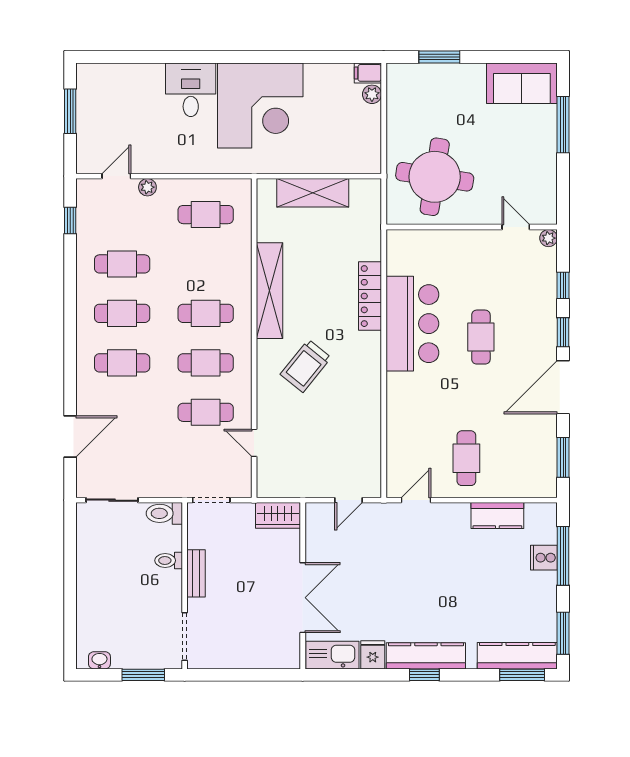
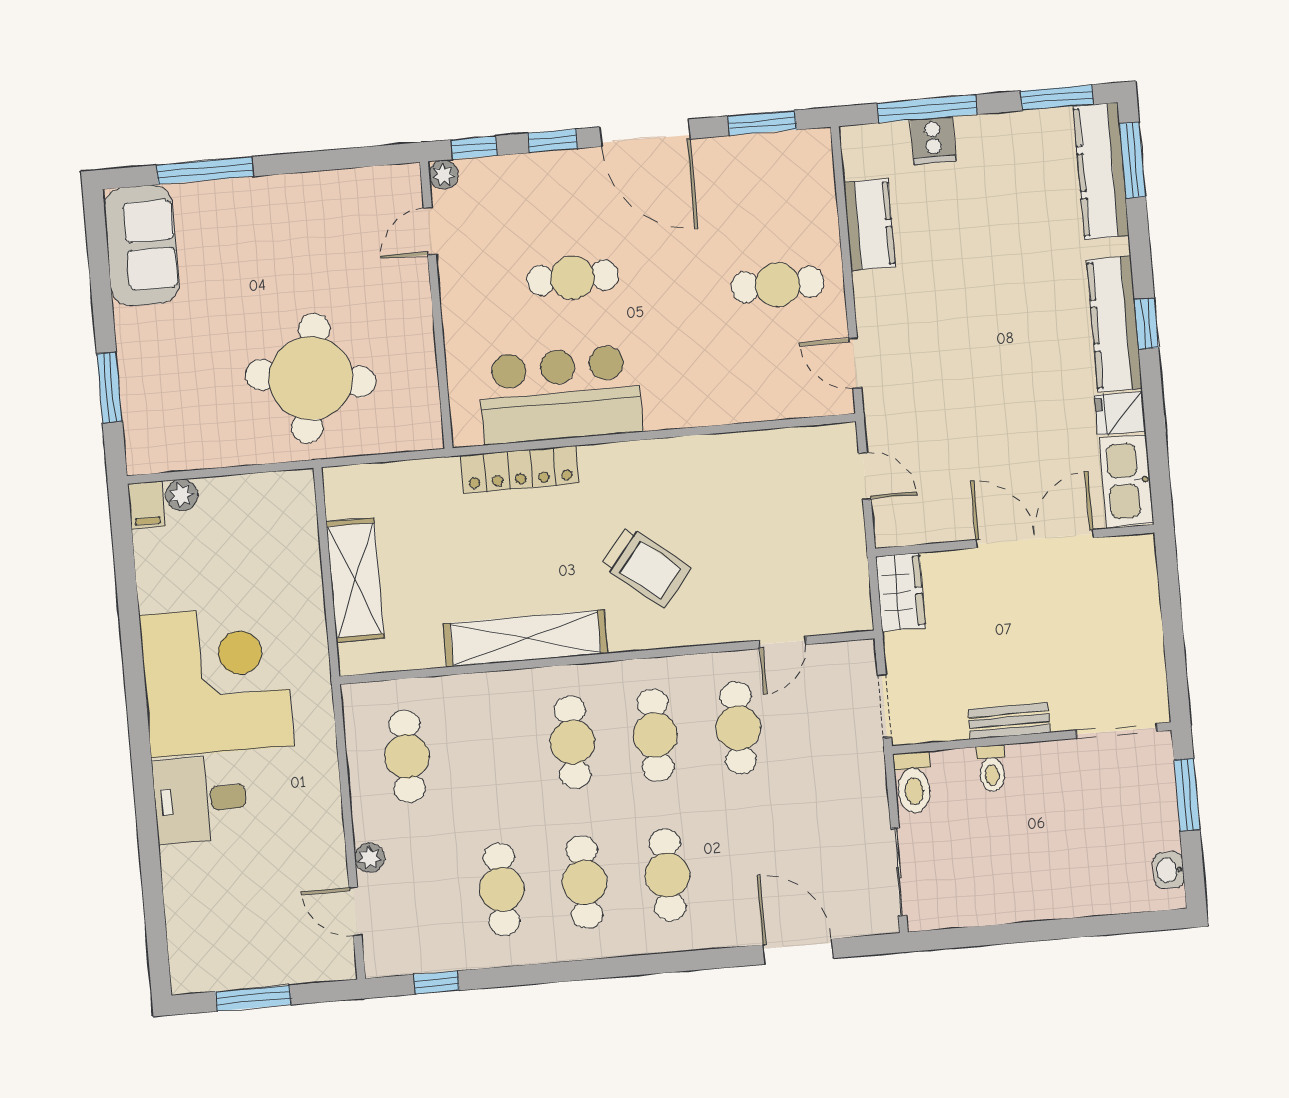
wall: (472, 227) -> (436, 305), moved
door: (516, 227) -> (430, 231), moved
plant: (549, 238) -> (444, 175), moved

